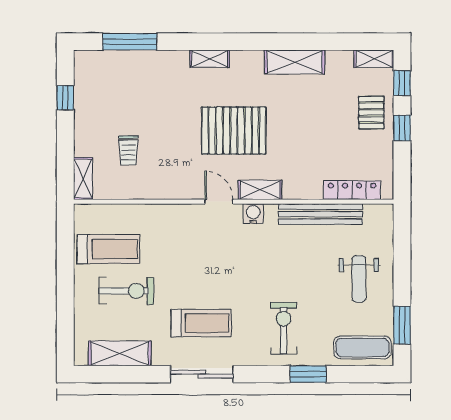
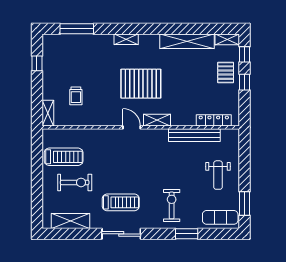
shelving: (295, 62) -> (187, 41), width x1.47
water cooler: (253, 214) -> (153, 135), removed

